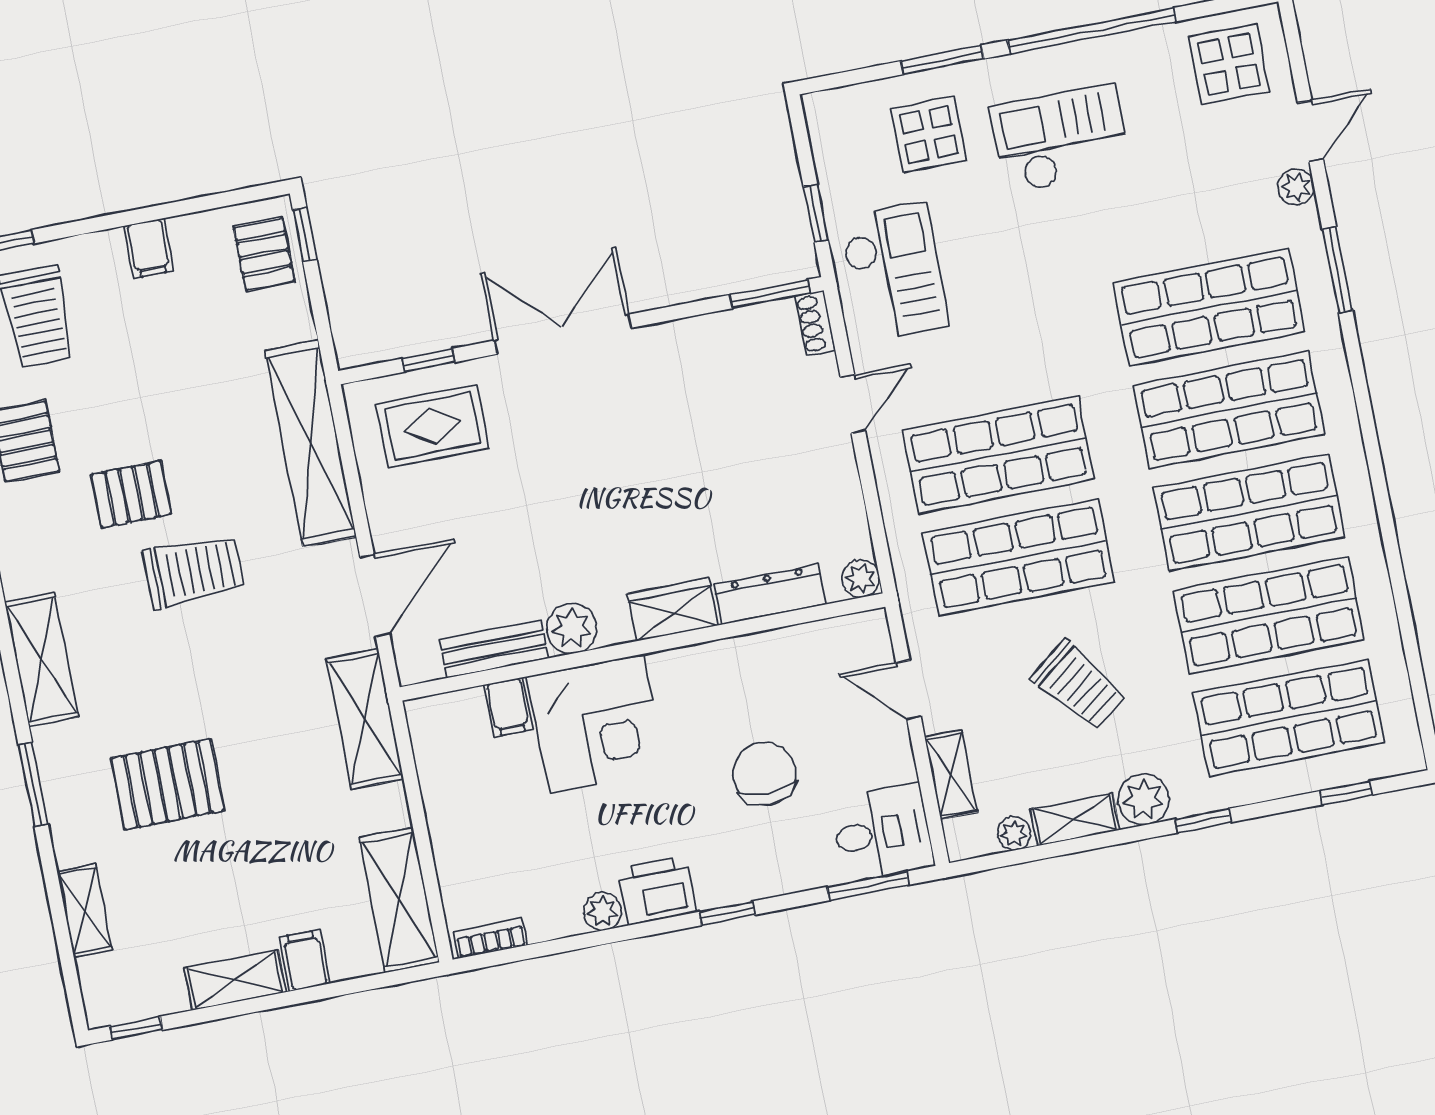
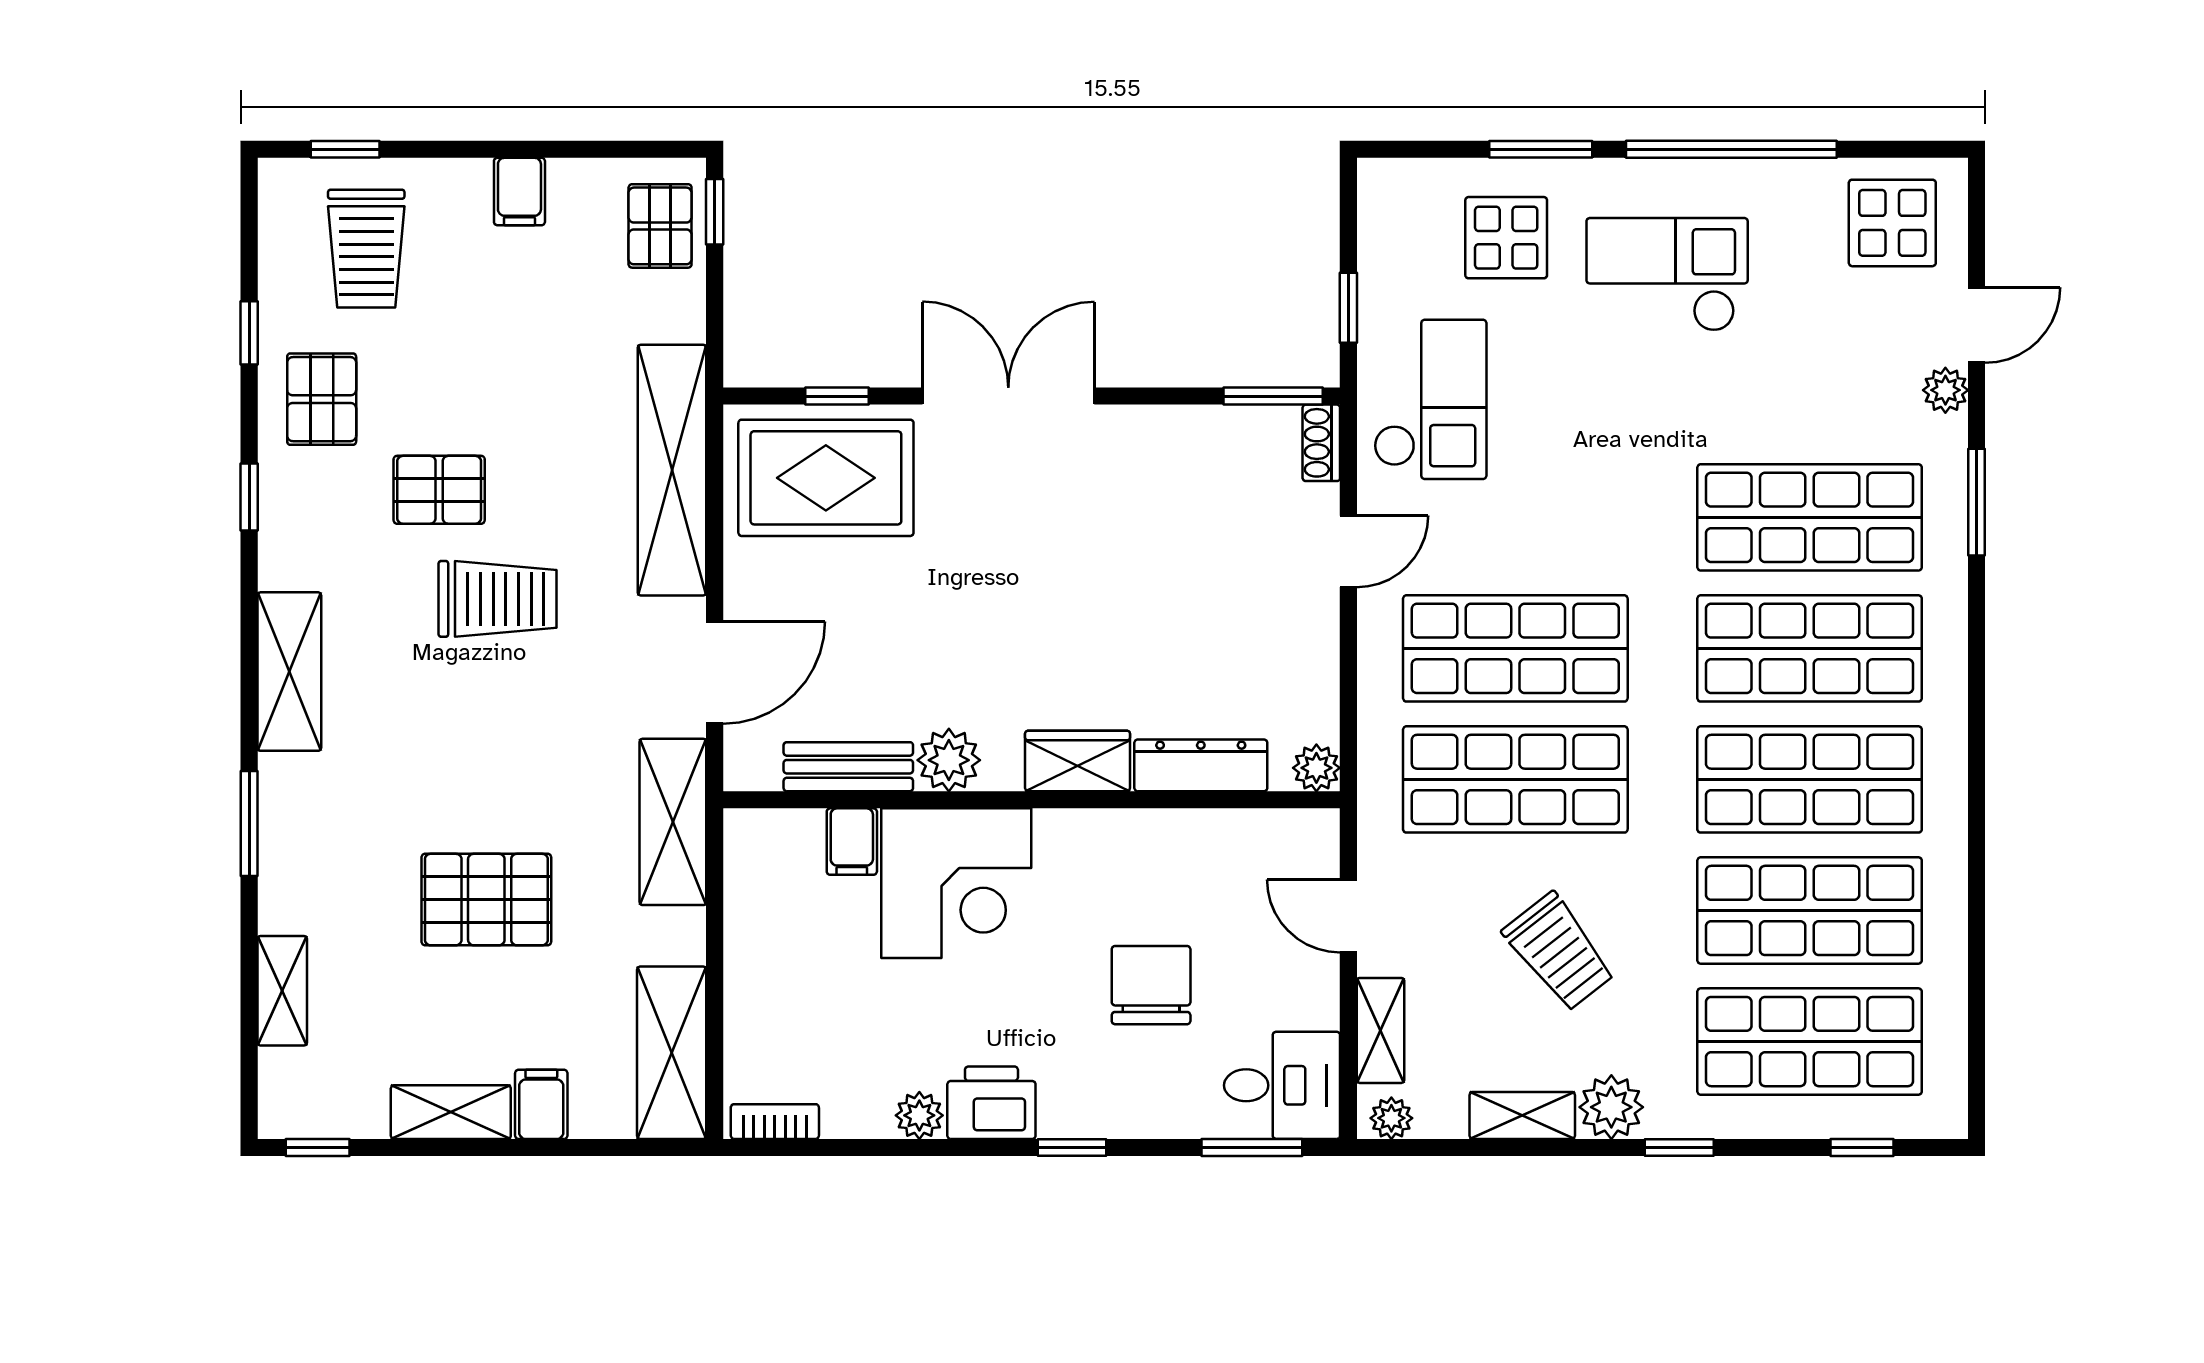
rug: (432, 426) -> (826, 478), width x1.36, depth x1.43
pallet: (168, 784) -> (486, 900), moved
plant: (1014, 834) -> (1391, 1118), moved

